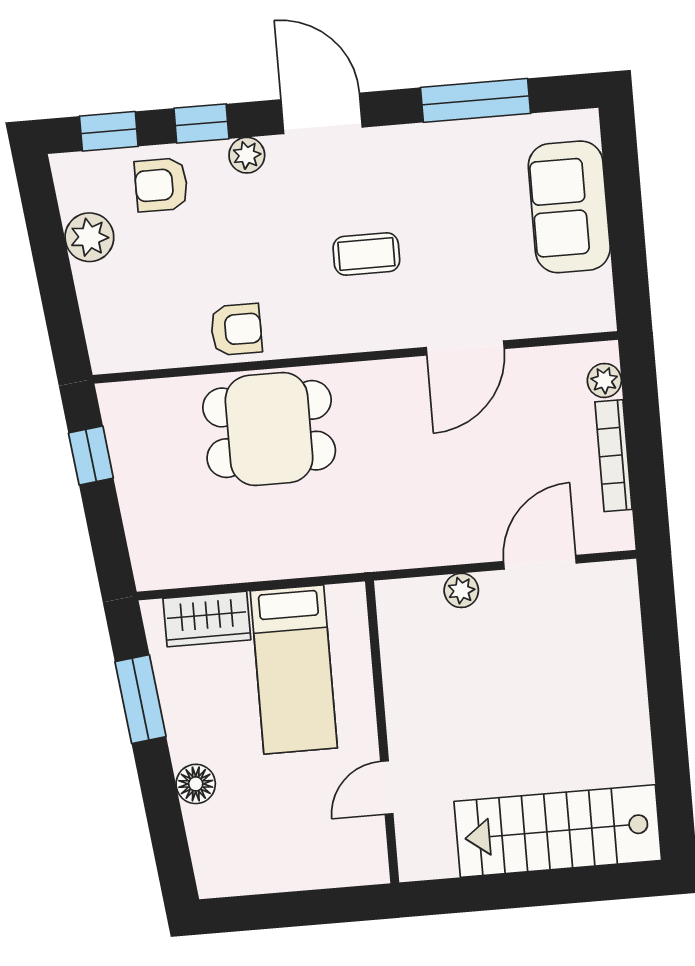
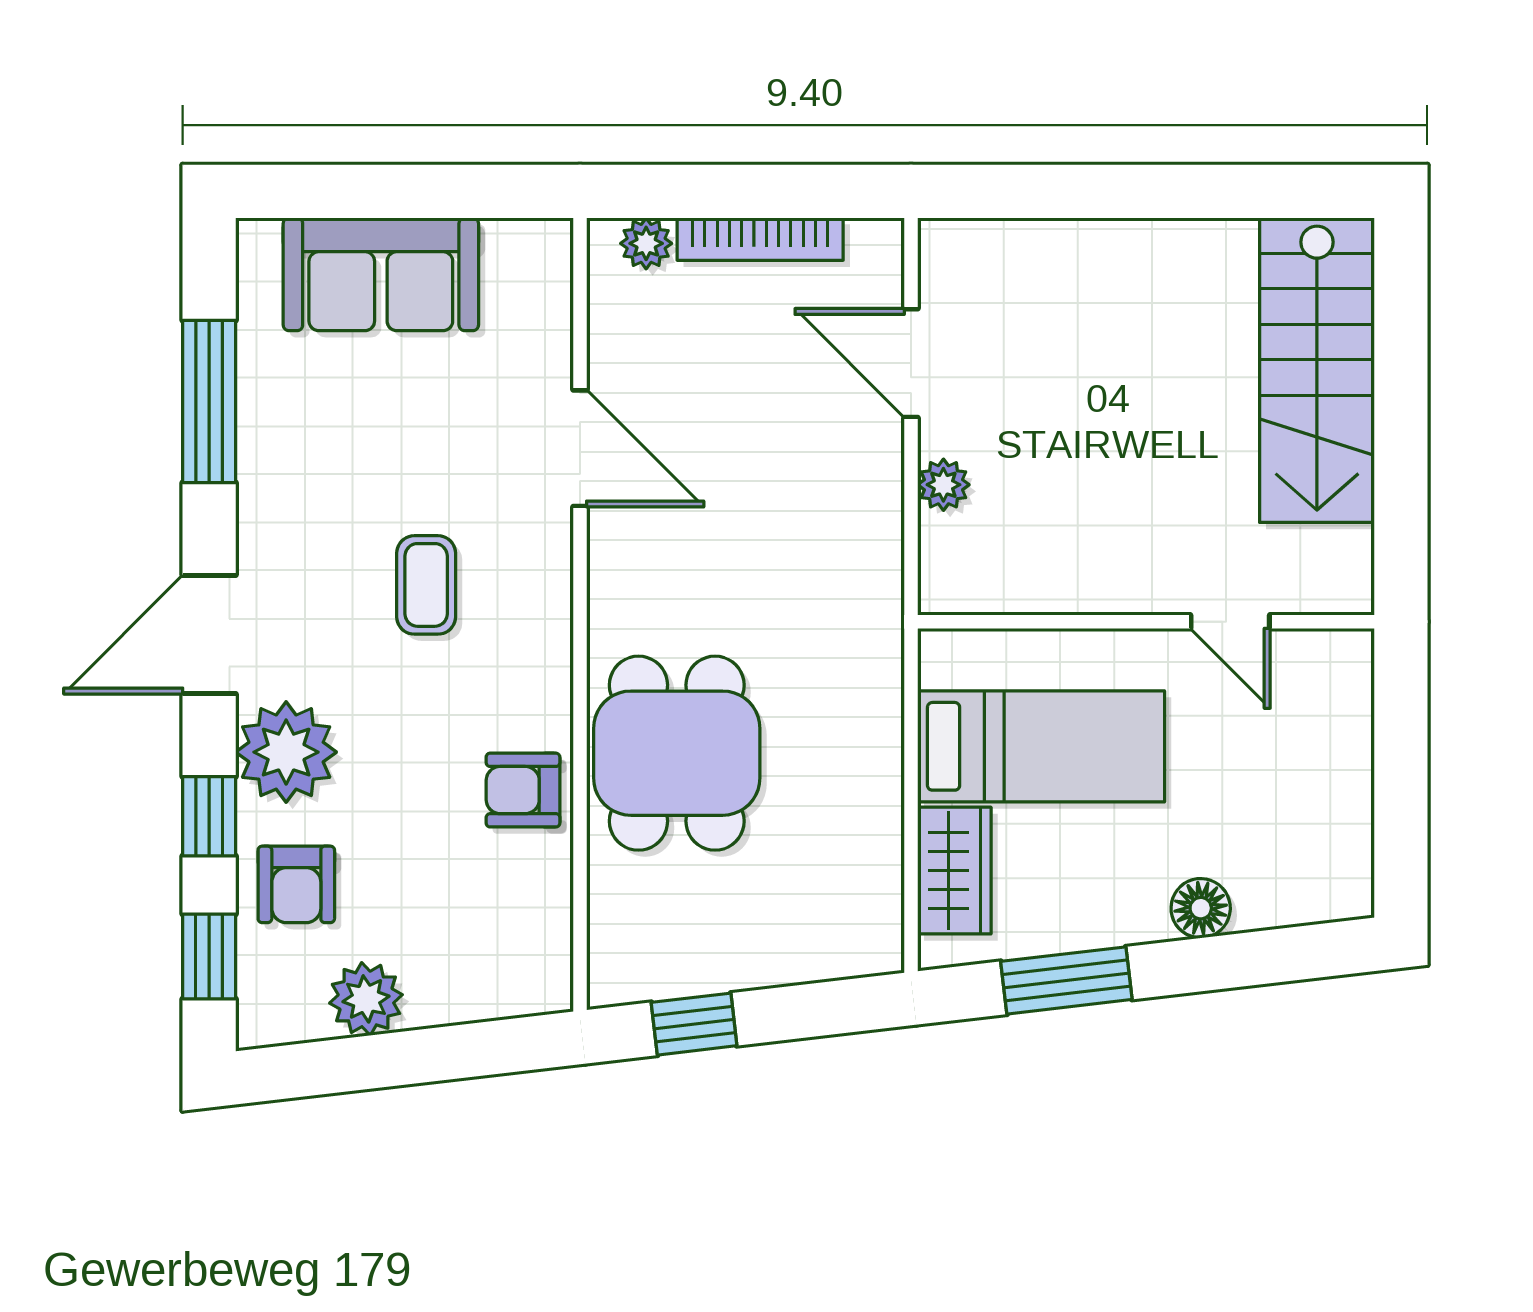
plant: (247, 155) -> (286, 752), width x1.87, depth x1.87
armchair: (236, 329) -> (523, 790), turned -90

